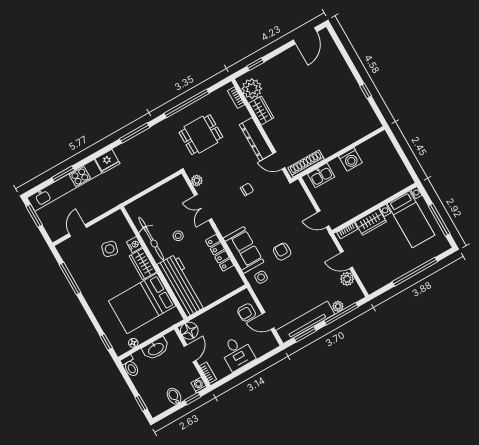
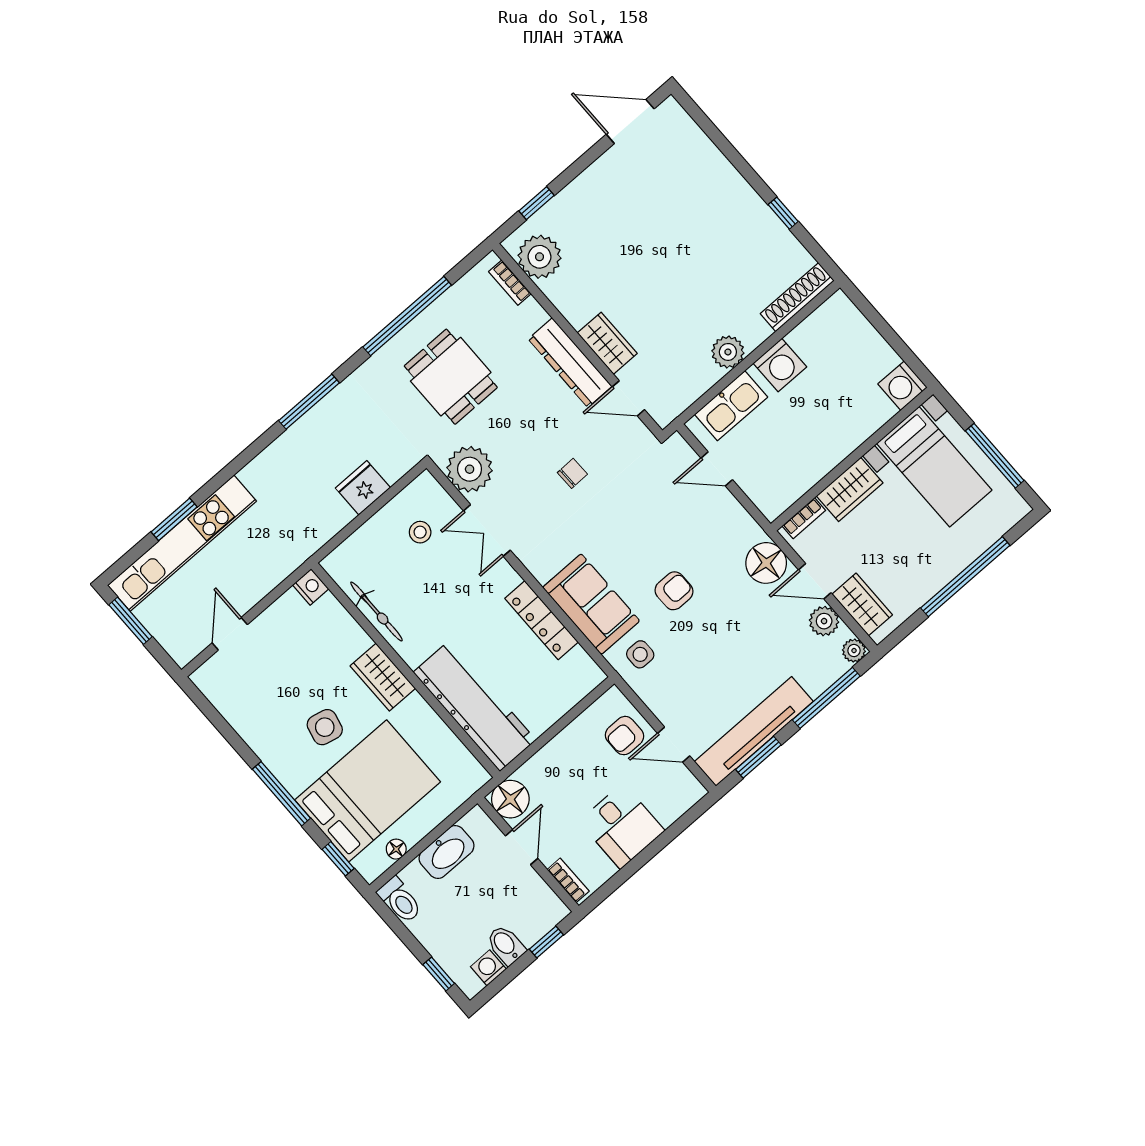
door: (305, 36) -> (630, 121), swing flipped
wardrobe: (261, 111) -> (607, 343), moved
dining table: (201, 135) -> (451, 377), turned 90
plant: (328, 149) -> (728, 352), added
fridge: (107, 161) -> (363, 488), moved, turned 180
shoe rack: (306, 164) -> (797, 297), moved
kitchen sink: (321, 175) -> (731, 406), width x1.38
washing machine: (404, 180) -> (903, 386), added
plant: (197, 181) -> (470, 469), width x1.87, depth x1.87
door: (323, 219) -> (717, 469), moved
stool: (178, 236) -> (420, 532), moved
bicycle: (151, 238) -> (376, 611), width x0.73, depth x0.71
nightstand: (134, 245) -> (311, 587), moved
floor lamp: (326, 247) -> (766, 563), added
side table: (110, 249) -> (325, 727), moved
armchair: (282, 252) -> (674, 591), turned 90
wardrobe: (366, 275) -> (862, 604), added
window: (70, 279) -> (281, 794), moved
bed: (142, 303) -> (368, 791), moved, turned 180
plant: (338, 306) -> (854, 651), moved
washing machine: (199, 385) -> (488, 968), moved

